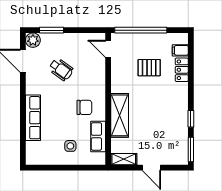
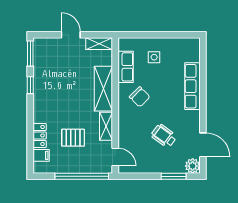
shelving: (117, 79) -> (106, 126), added
chair: (84, 107) -> (140, 97), turned -135

